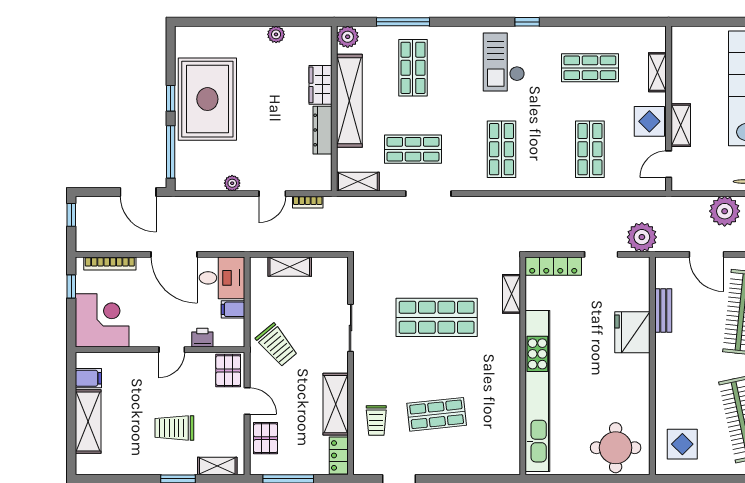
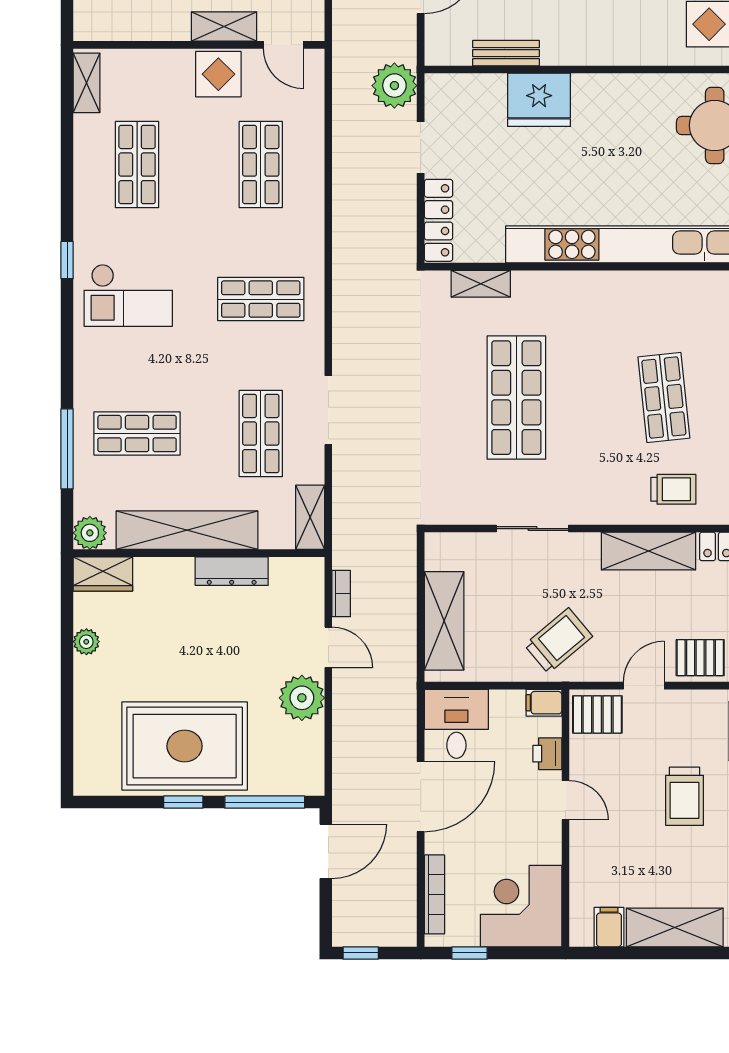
shelving: (657, 72) -> (87, 83), moved, turned 90
wardrobe: (321, 85) -> (103, 574), moved
shop shelf: (590, 149) -> (261, 165), turned 90
plant: (232, 183) -> (302, 698), width x1.88, depth x1.88
shelving: (290, 267) -> (444, 621), width x1.50, depth x1.33
filing cabinet: (233, 309) -> (544, 703), moved, turned 90

